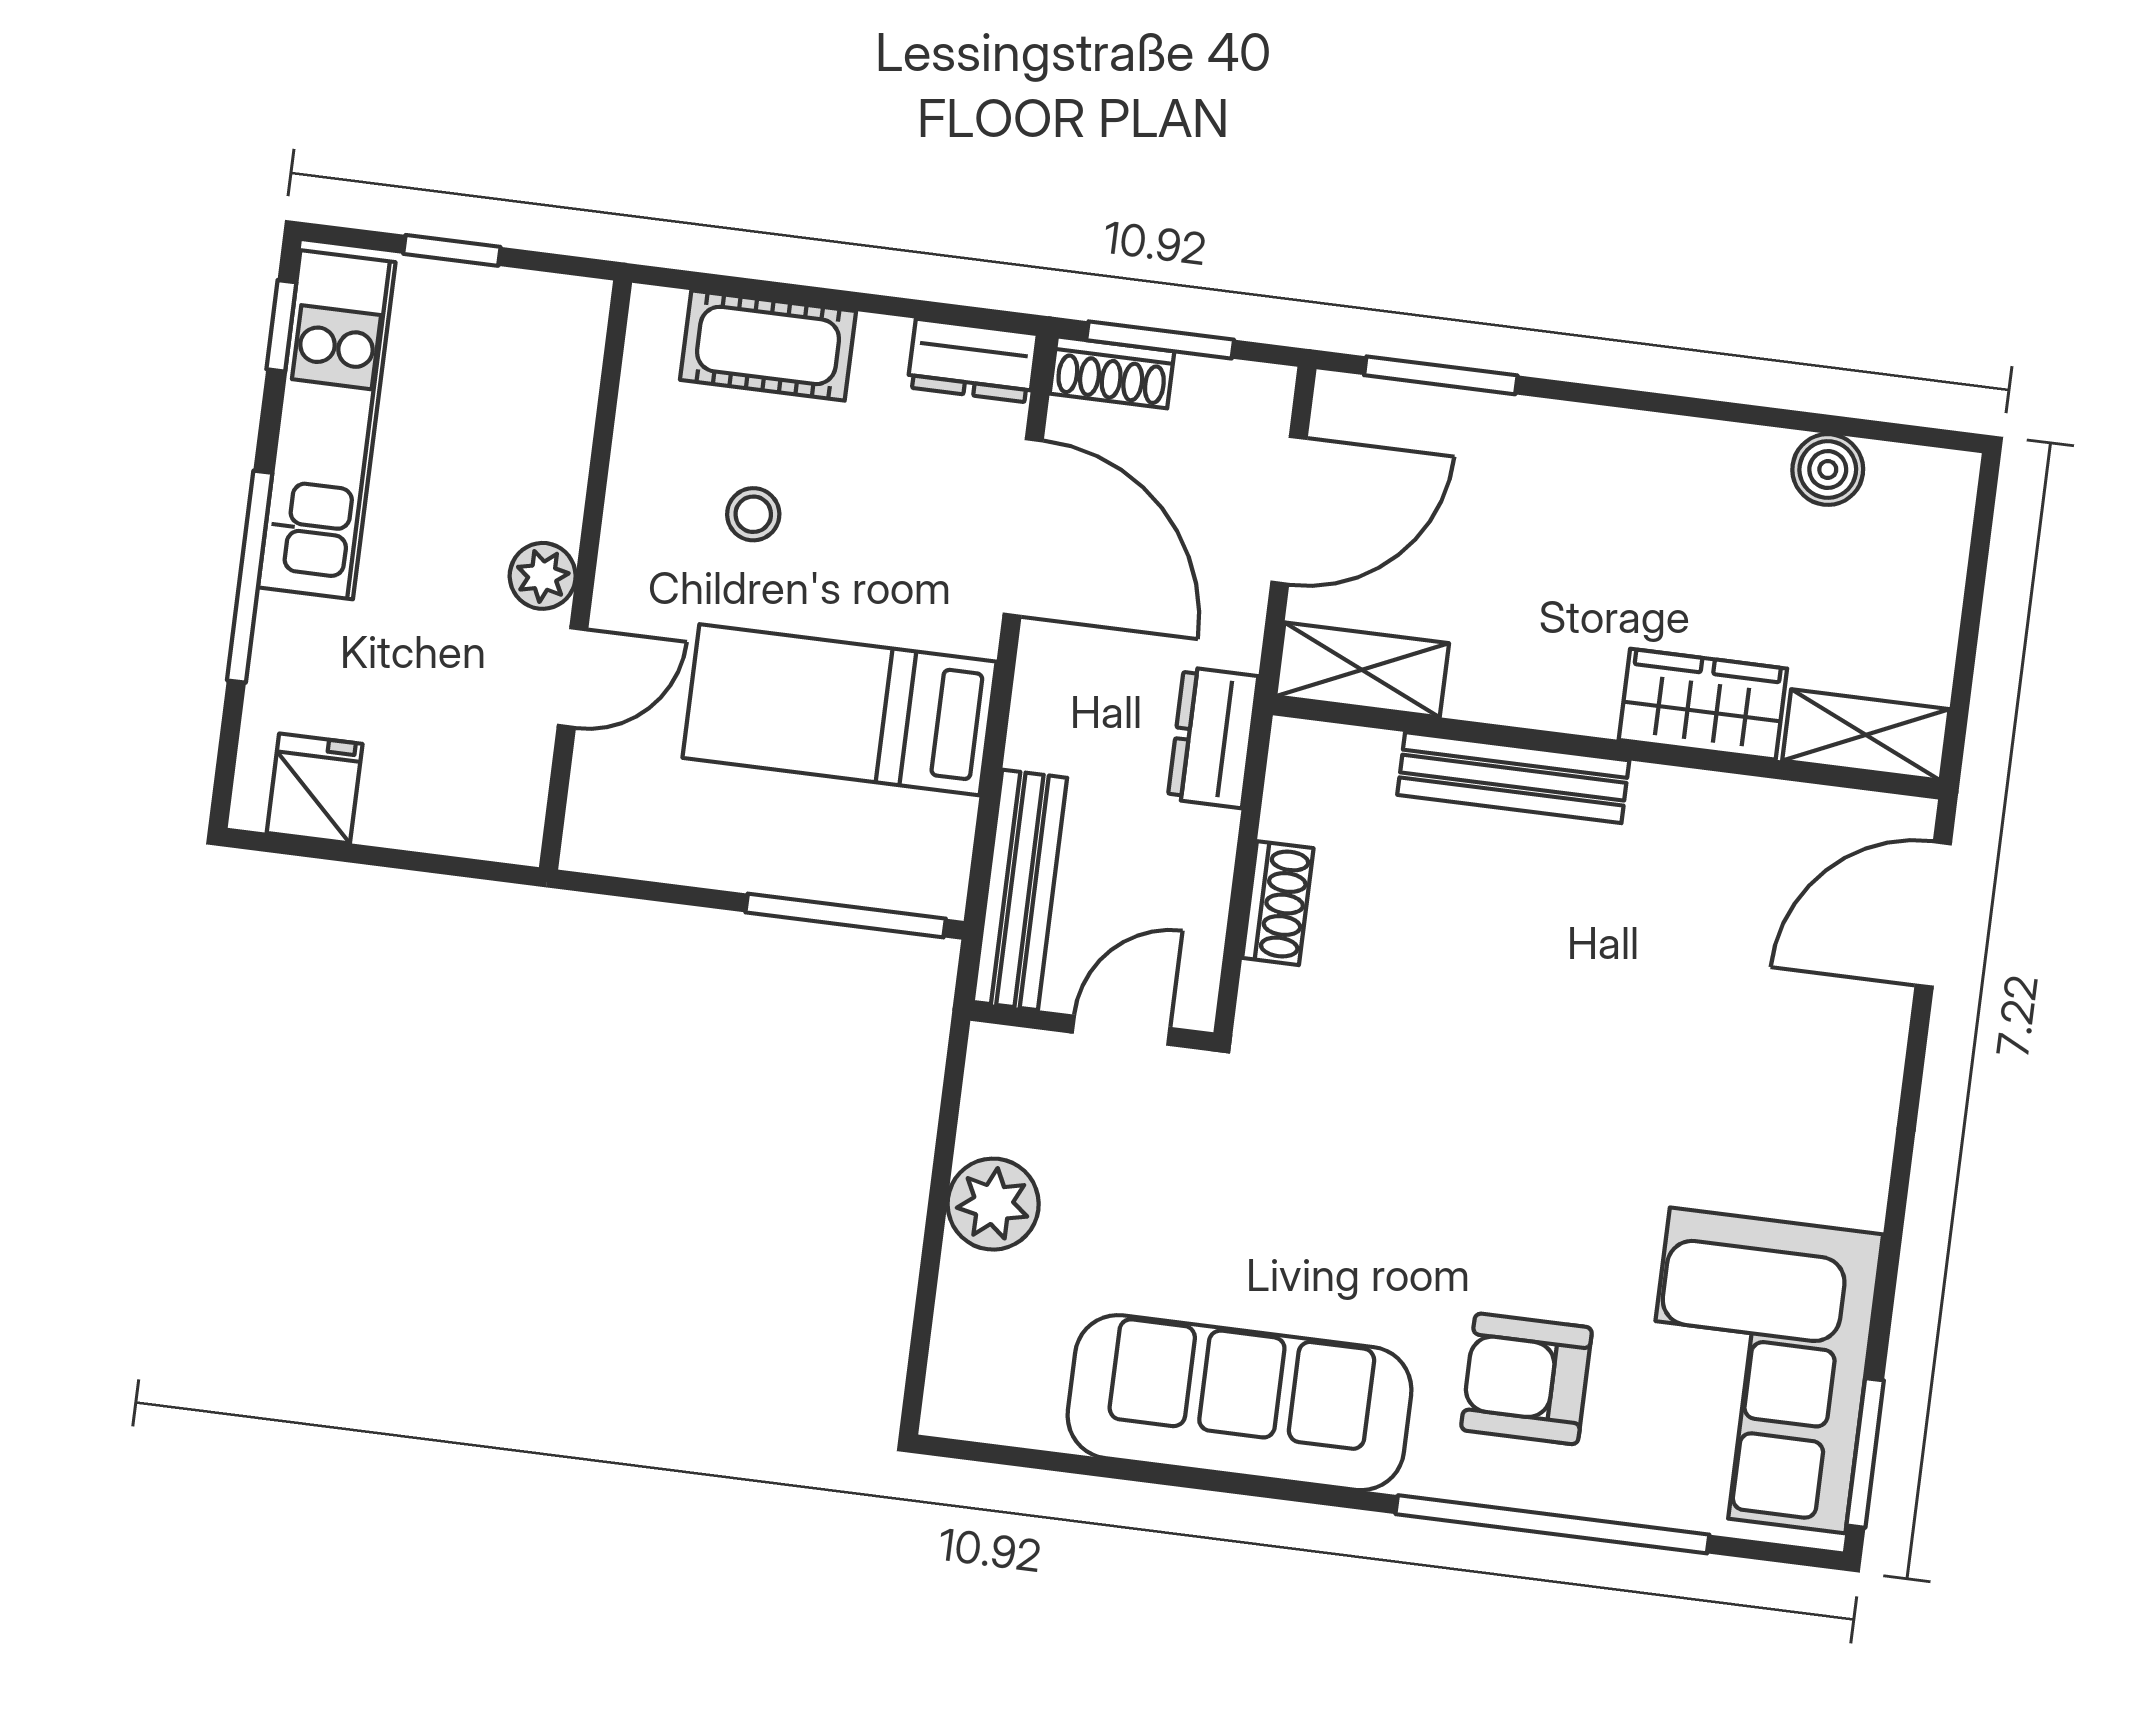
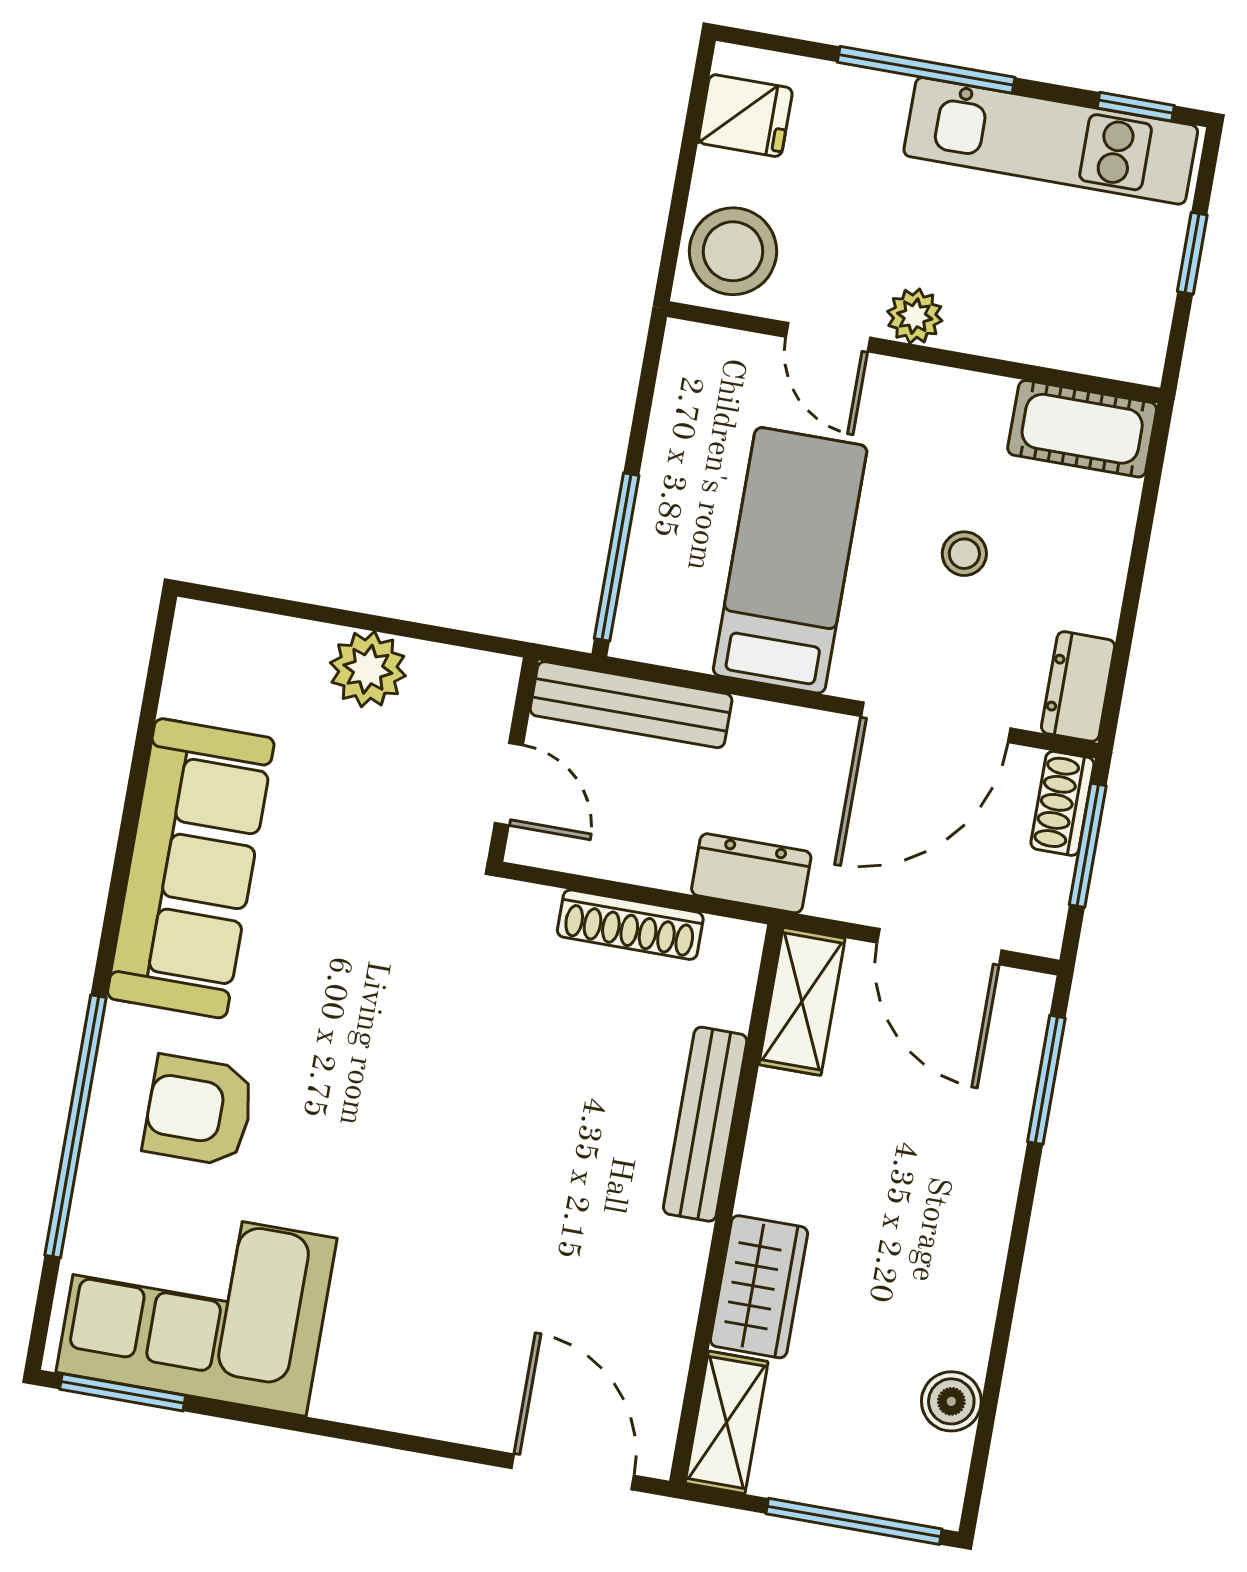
cot: (768, 345) -> (1082, 429), moved, turned 90
stool: (753, 514) -> (964, 554), moved
window: (1976, 578) -> (854, 1521), added
stool: (476, 795) -> (733, 251), added
shoe rack: (1278, 903) -> (630, 925), width x1.43
armchair: (1526, 1379) -> (199, 1111), turned -90

